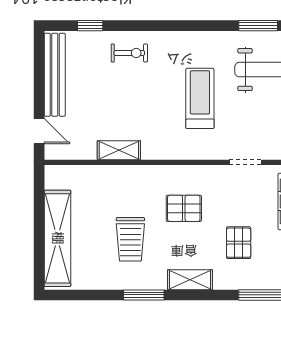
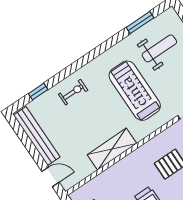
treadmill: (200, 98) -> (135, 91), width x1.37, depth x1.38
shelving: (119, 150) -> (112, 149), width x1.50, depth x1.33

